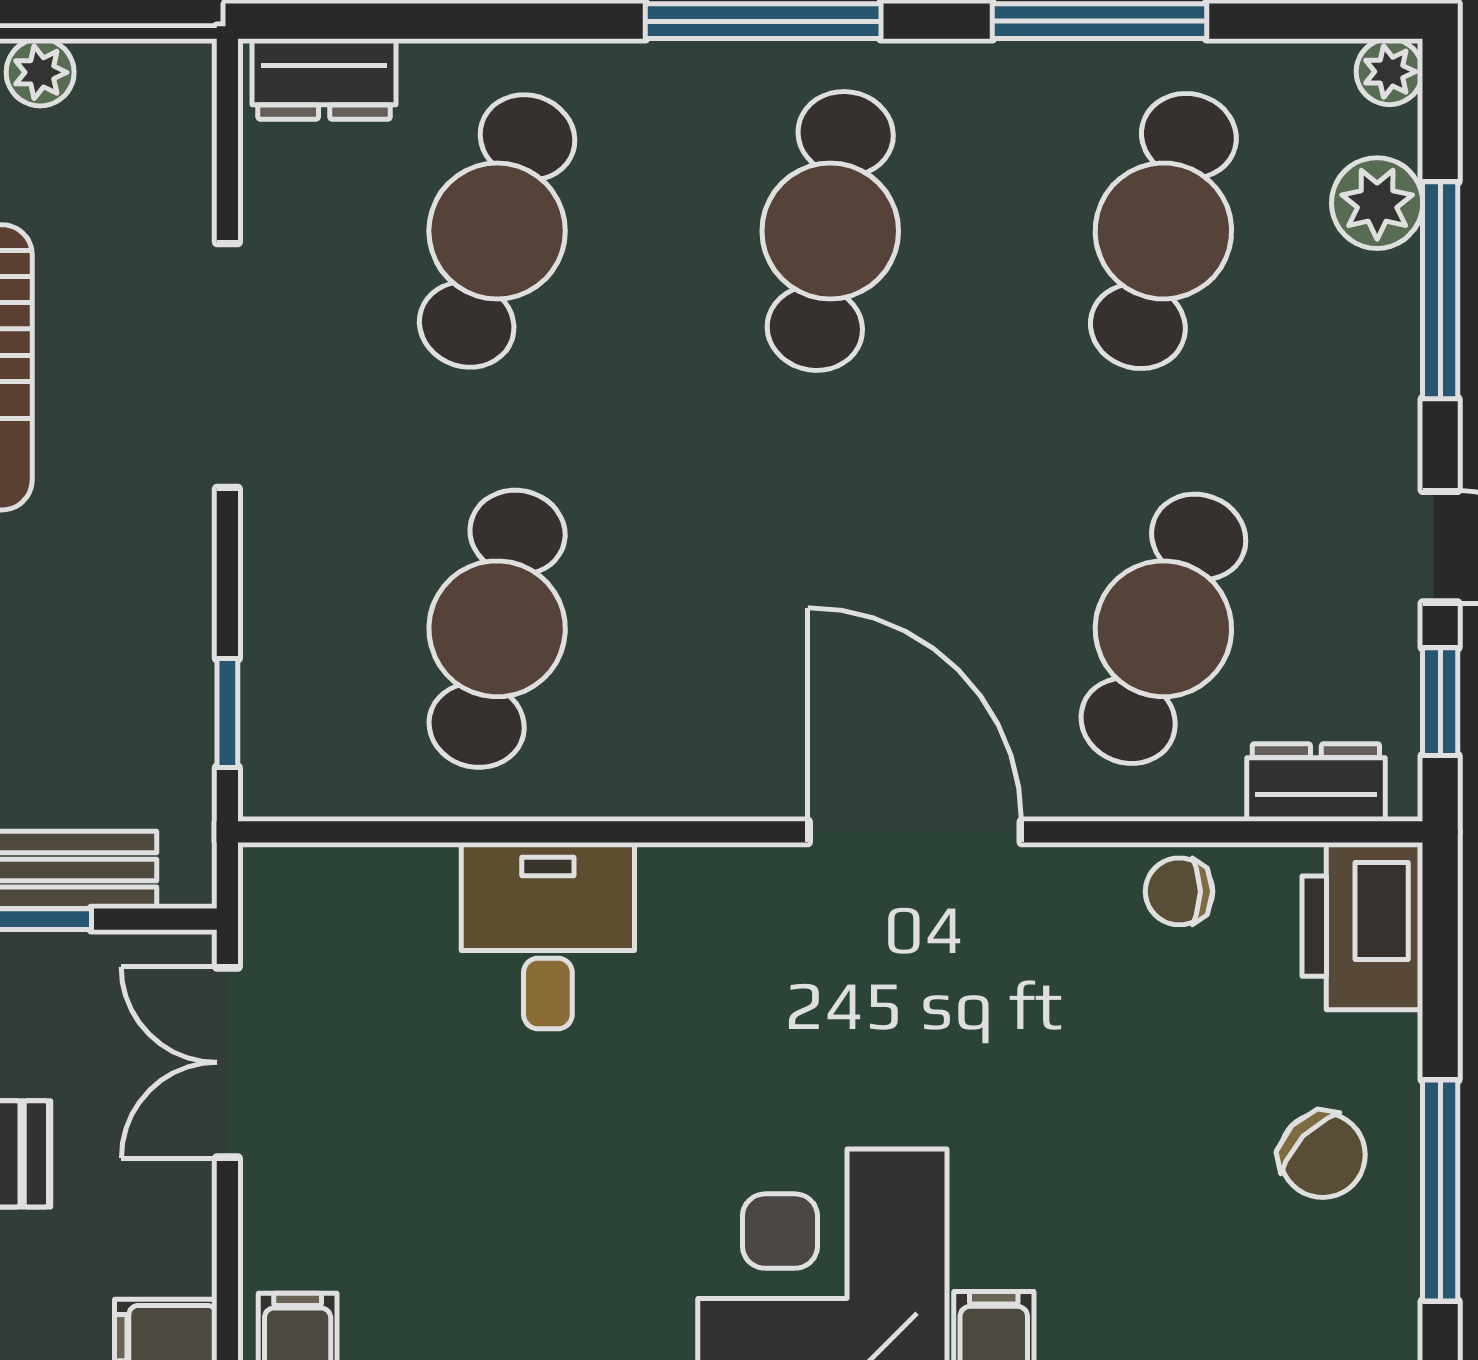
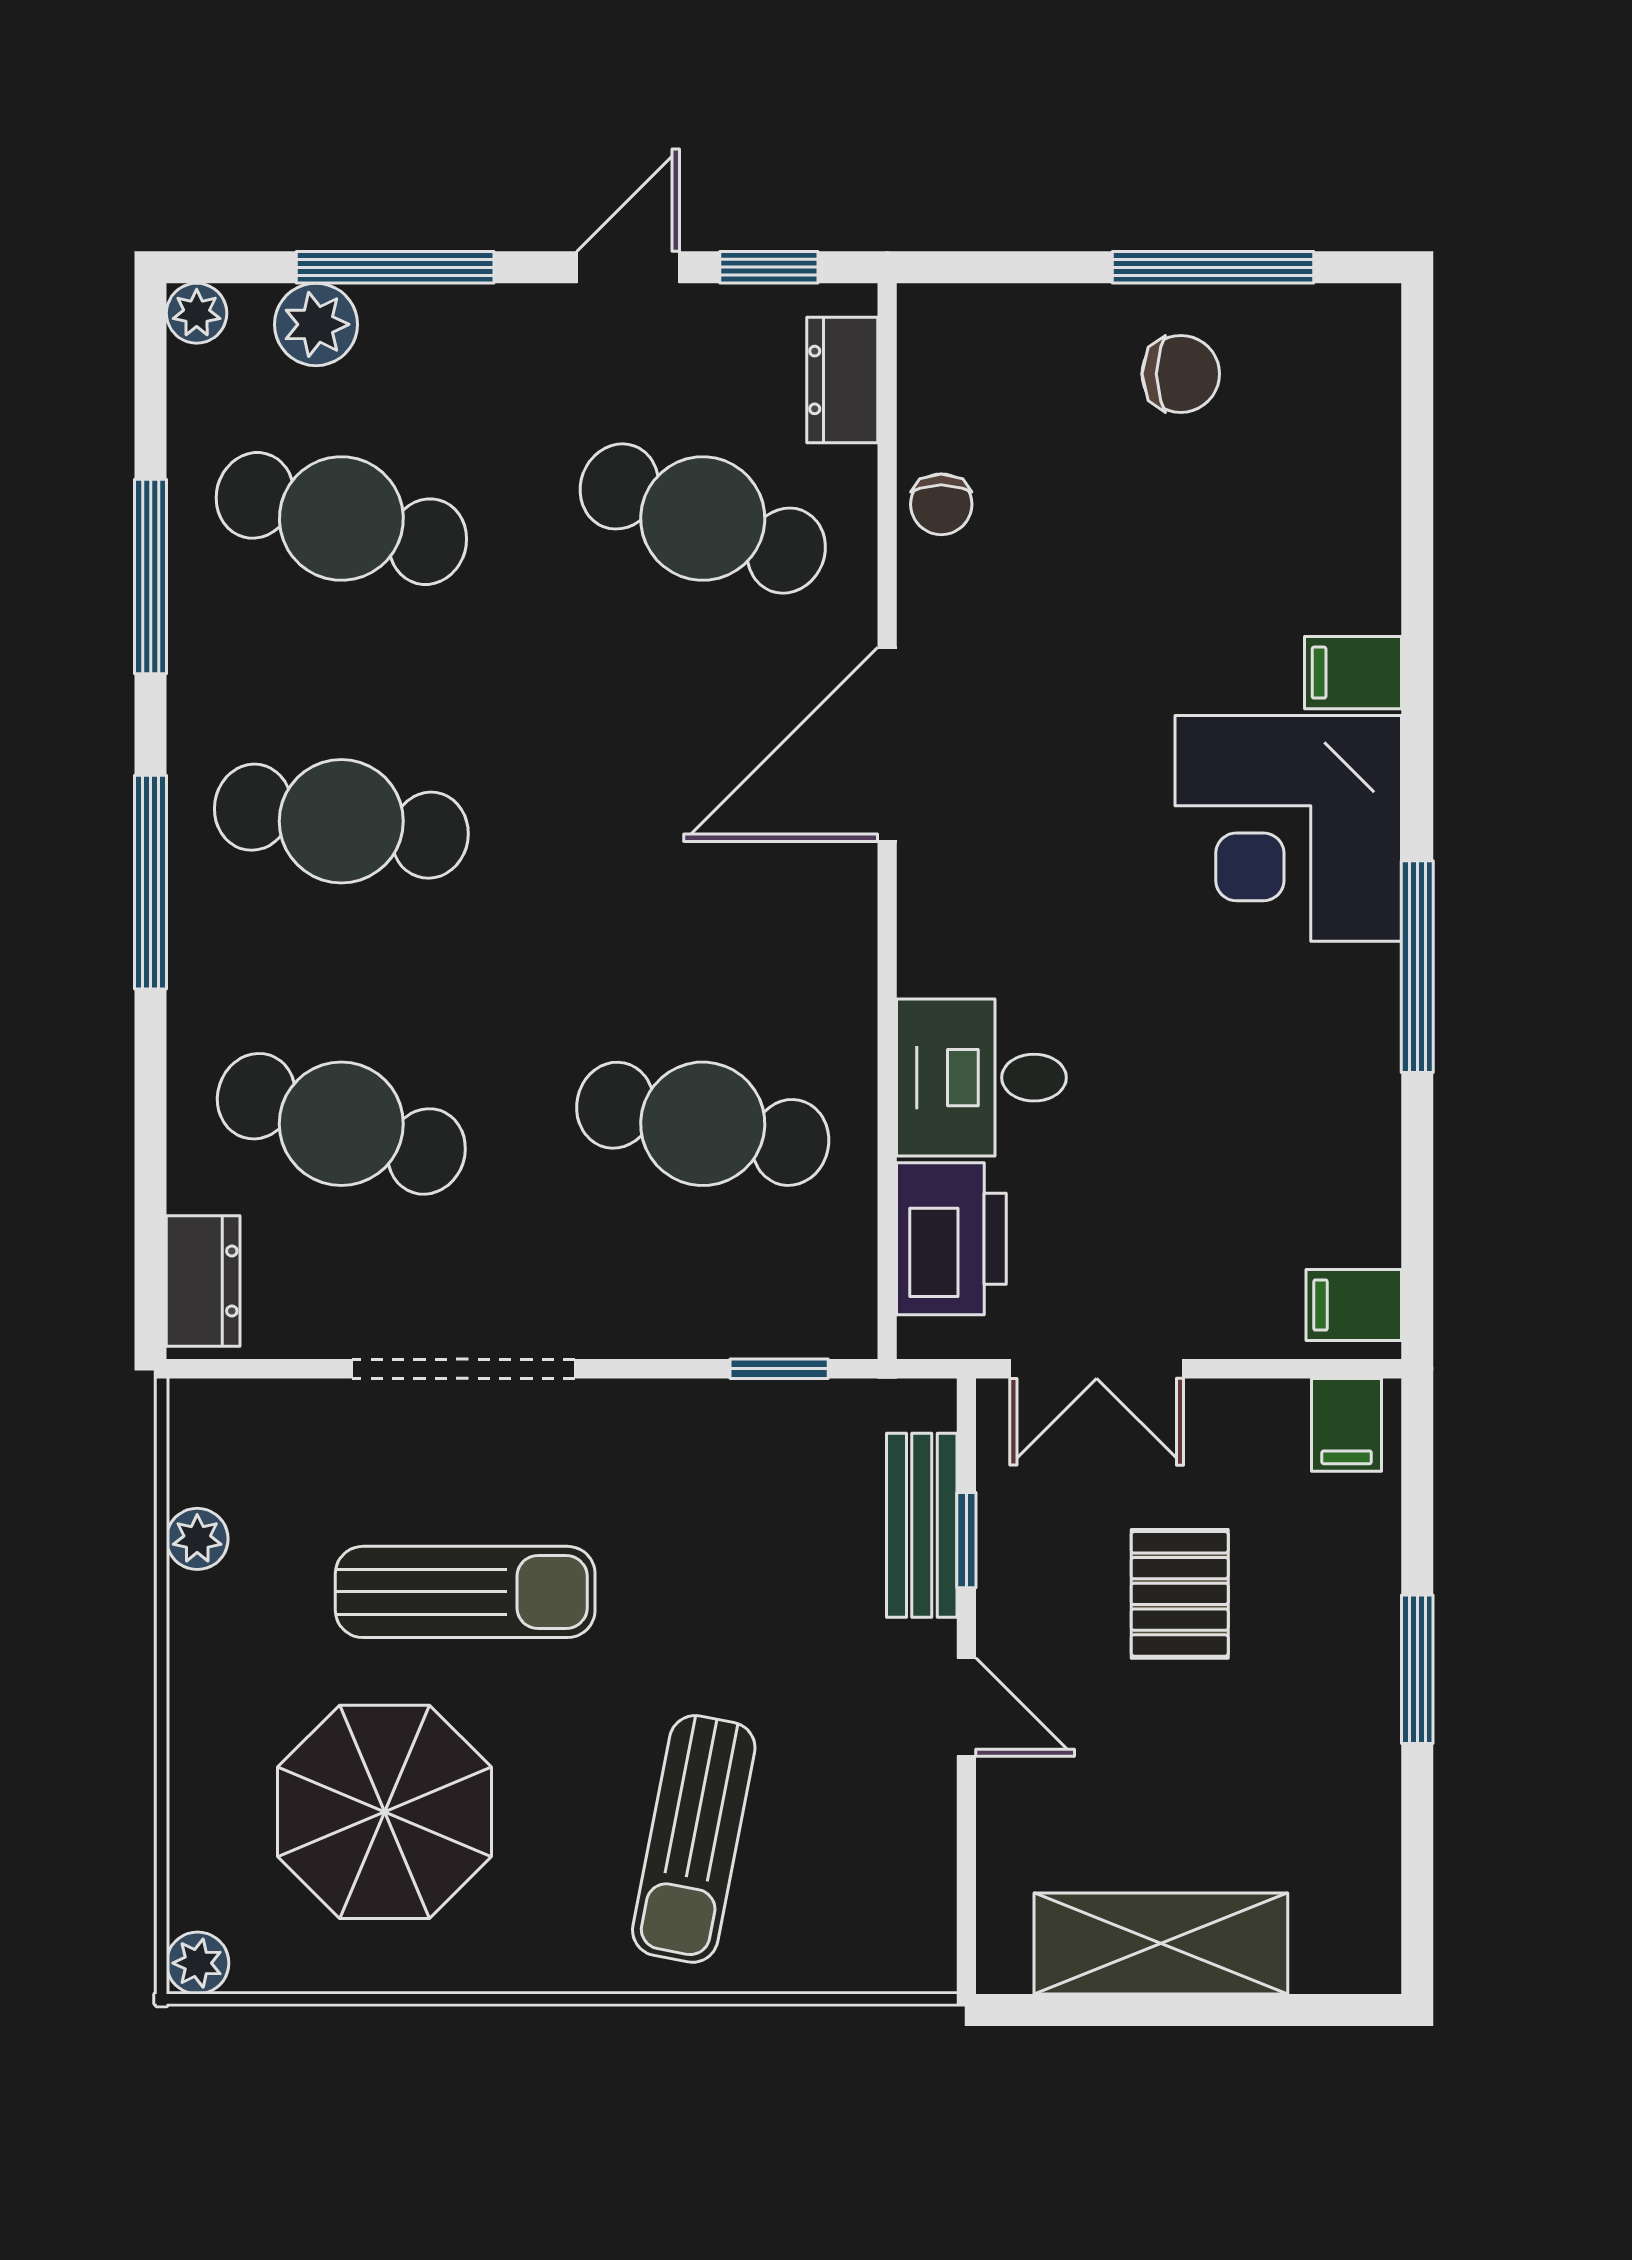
printer: (1362, 926) -> (951, 1239), moved, turned -90
chair: (1323, 1155) -> (1181, 374), turned 46

